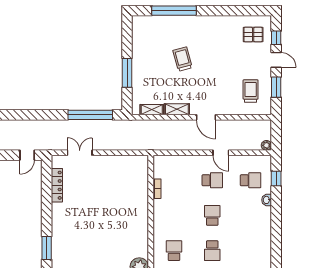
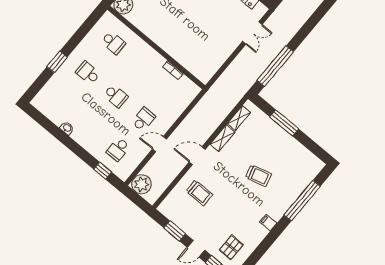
filing cabinet: (212, 22) -> (268, 223), added
trolley: (251, 91) -> (199, 193), moved
plant: (266, 145) -> (141, 184), width x1.87, depth x1.87
school desk: (212, 180) -> (143, 119), turned 180
washbasin: (267, 200) -> (67, 128), moved

